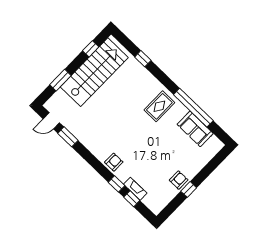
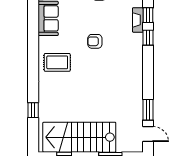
window: (193, 108) -> (33, 36), removed
armchair: (114, 162) -> (95, 41), moved

